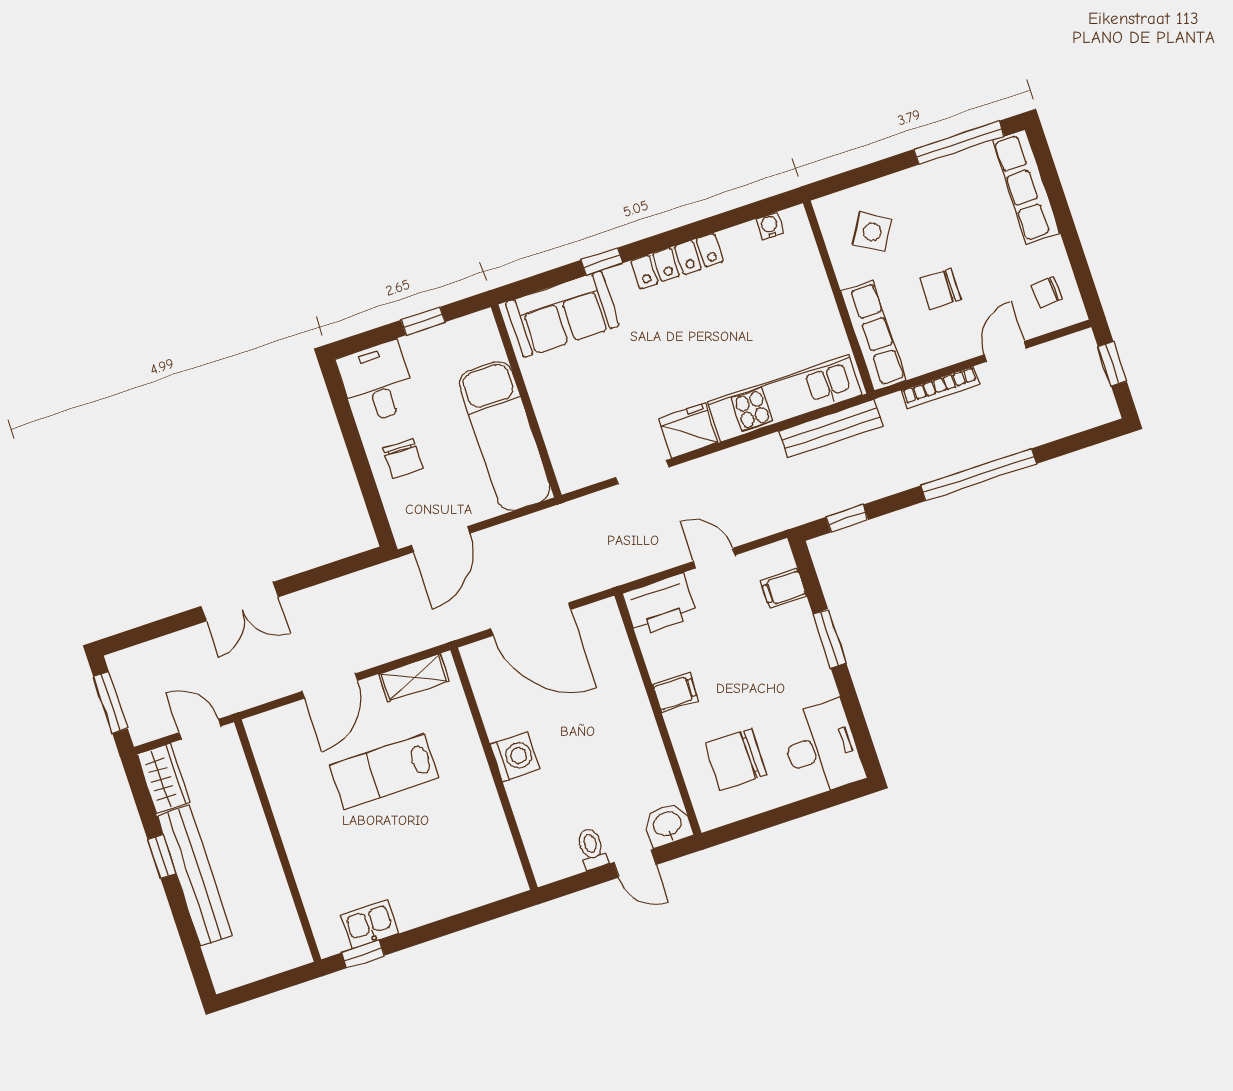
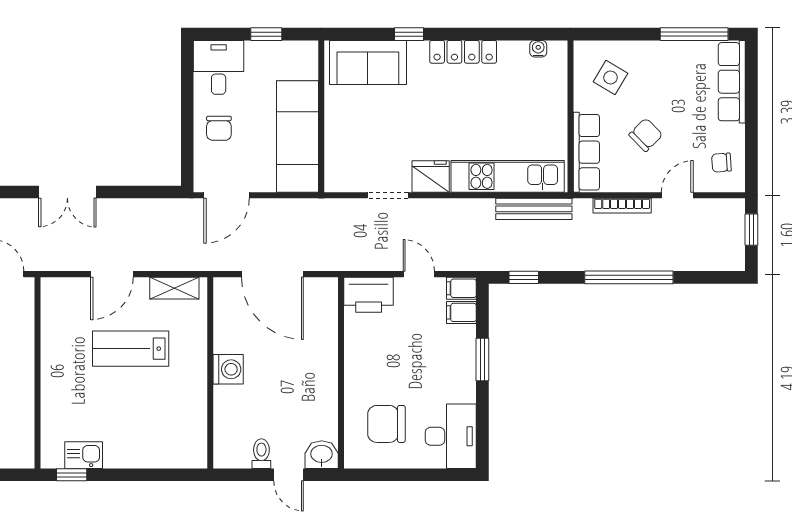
chair: (940, 289) -> (646, 135), turned 134
filing cabinet: (675, 693) -> (461, 288), moved, turned 180

